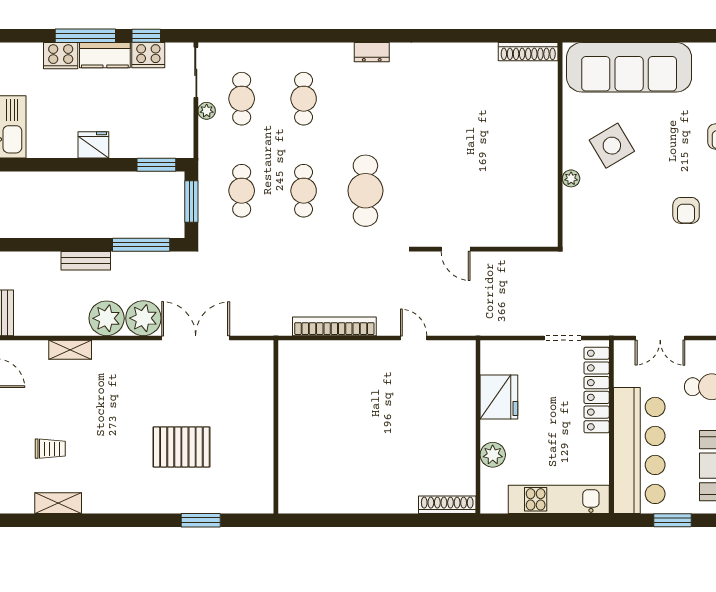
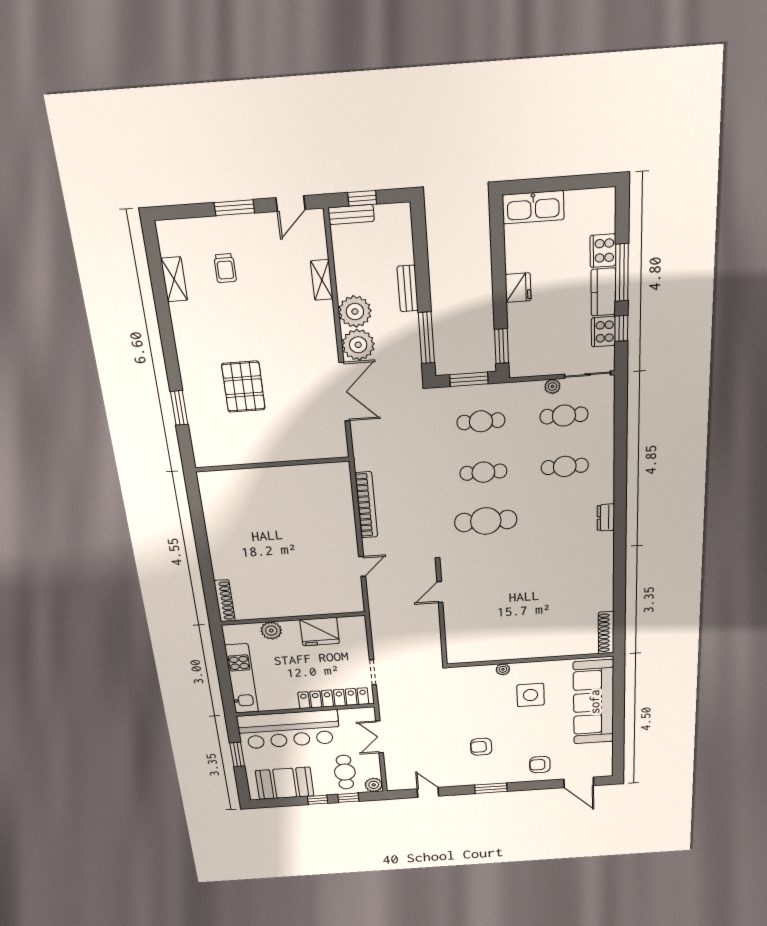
side table: (612, 146) -> (530, 695), turned 31

